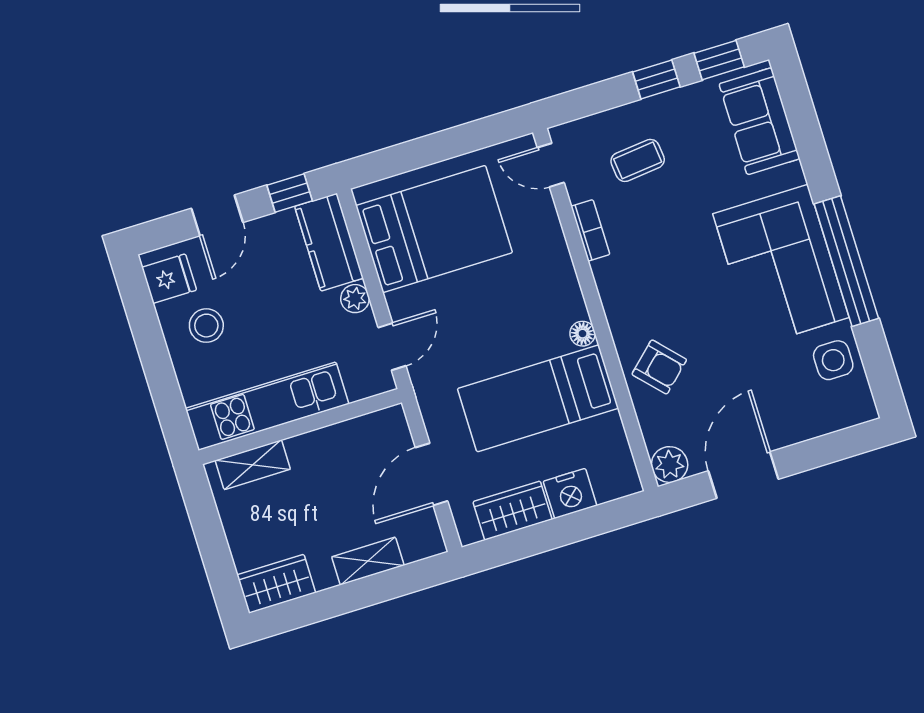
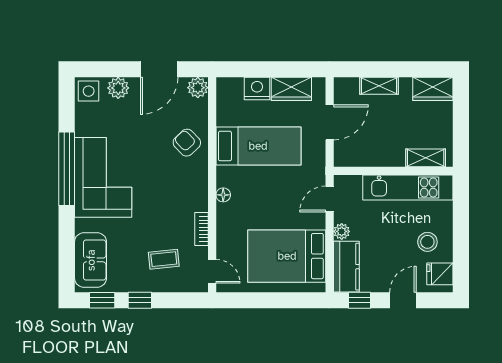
floor lamp: (583, 334) -> (223, 195), moved
side table: (833, 360) -> (89, 91), moved
plant: (802, 423) -> (118, 88), added

